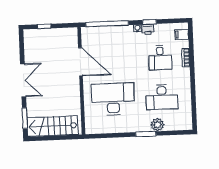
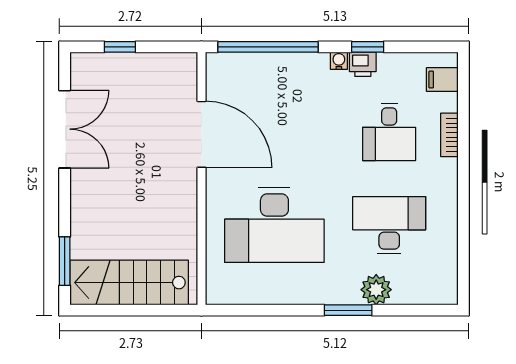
double door: (23, 80) -> (65, 129), moved
desk: (162, 97) -> (389, 225), turned 180
desk: (113, 99) -> (274, 225), turned 180

